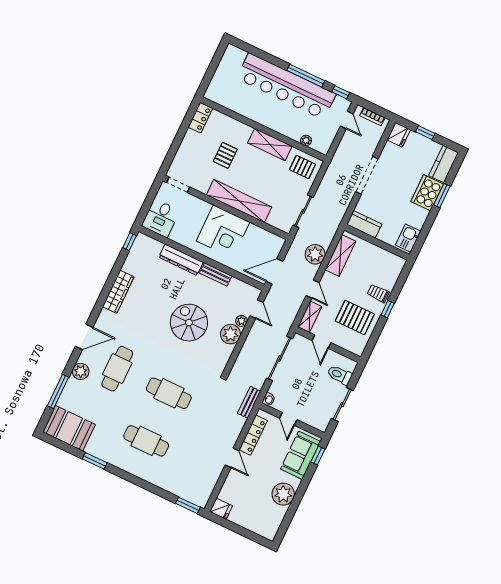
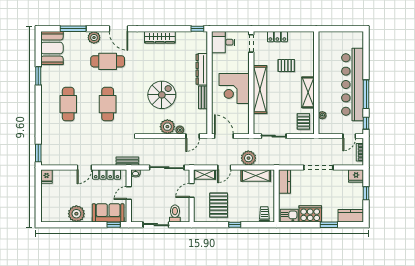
locker: (200, 118) -> (277, 37), moved
cooker: (427, 193) -> (310, 214), moved
trolley: (378, 293) -> (264, 214), moved

